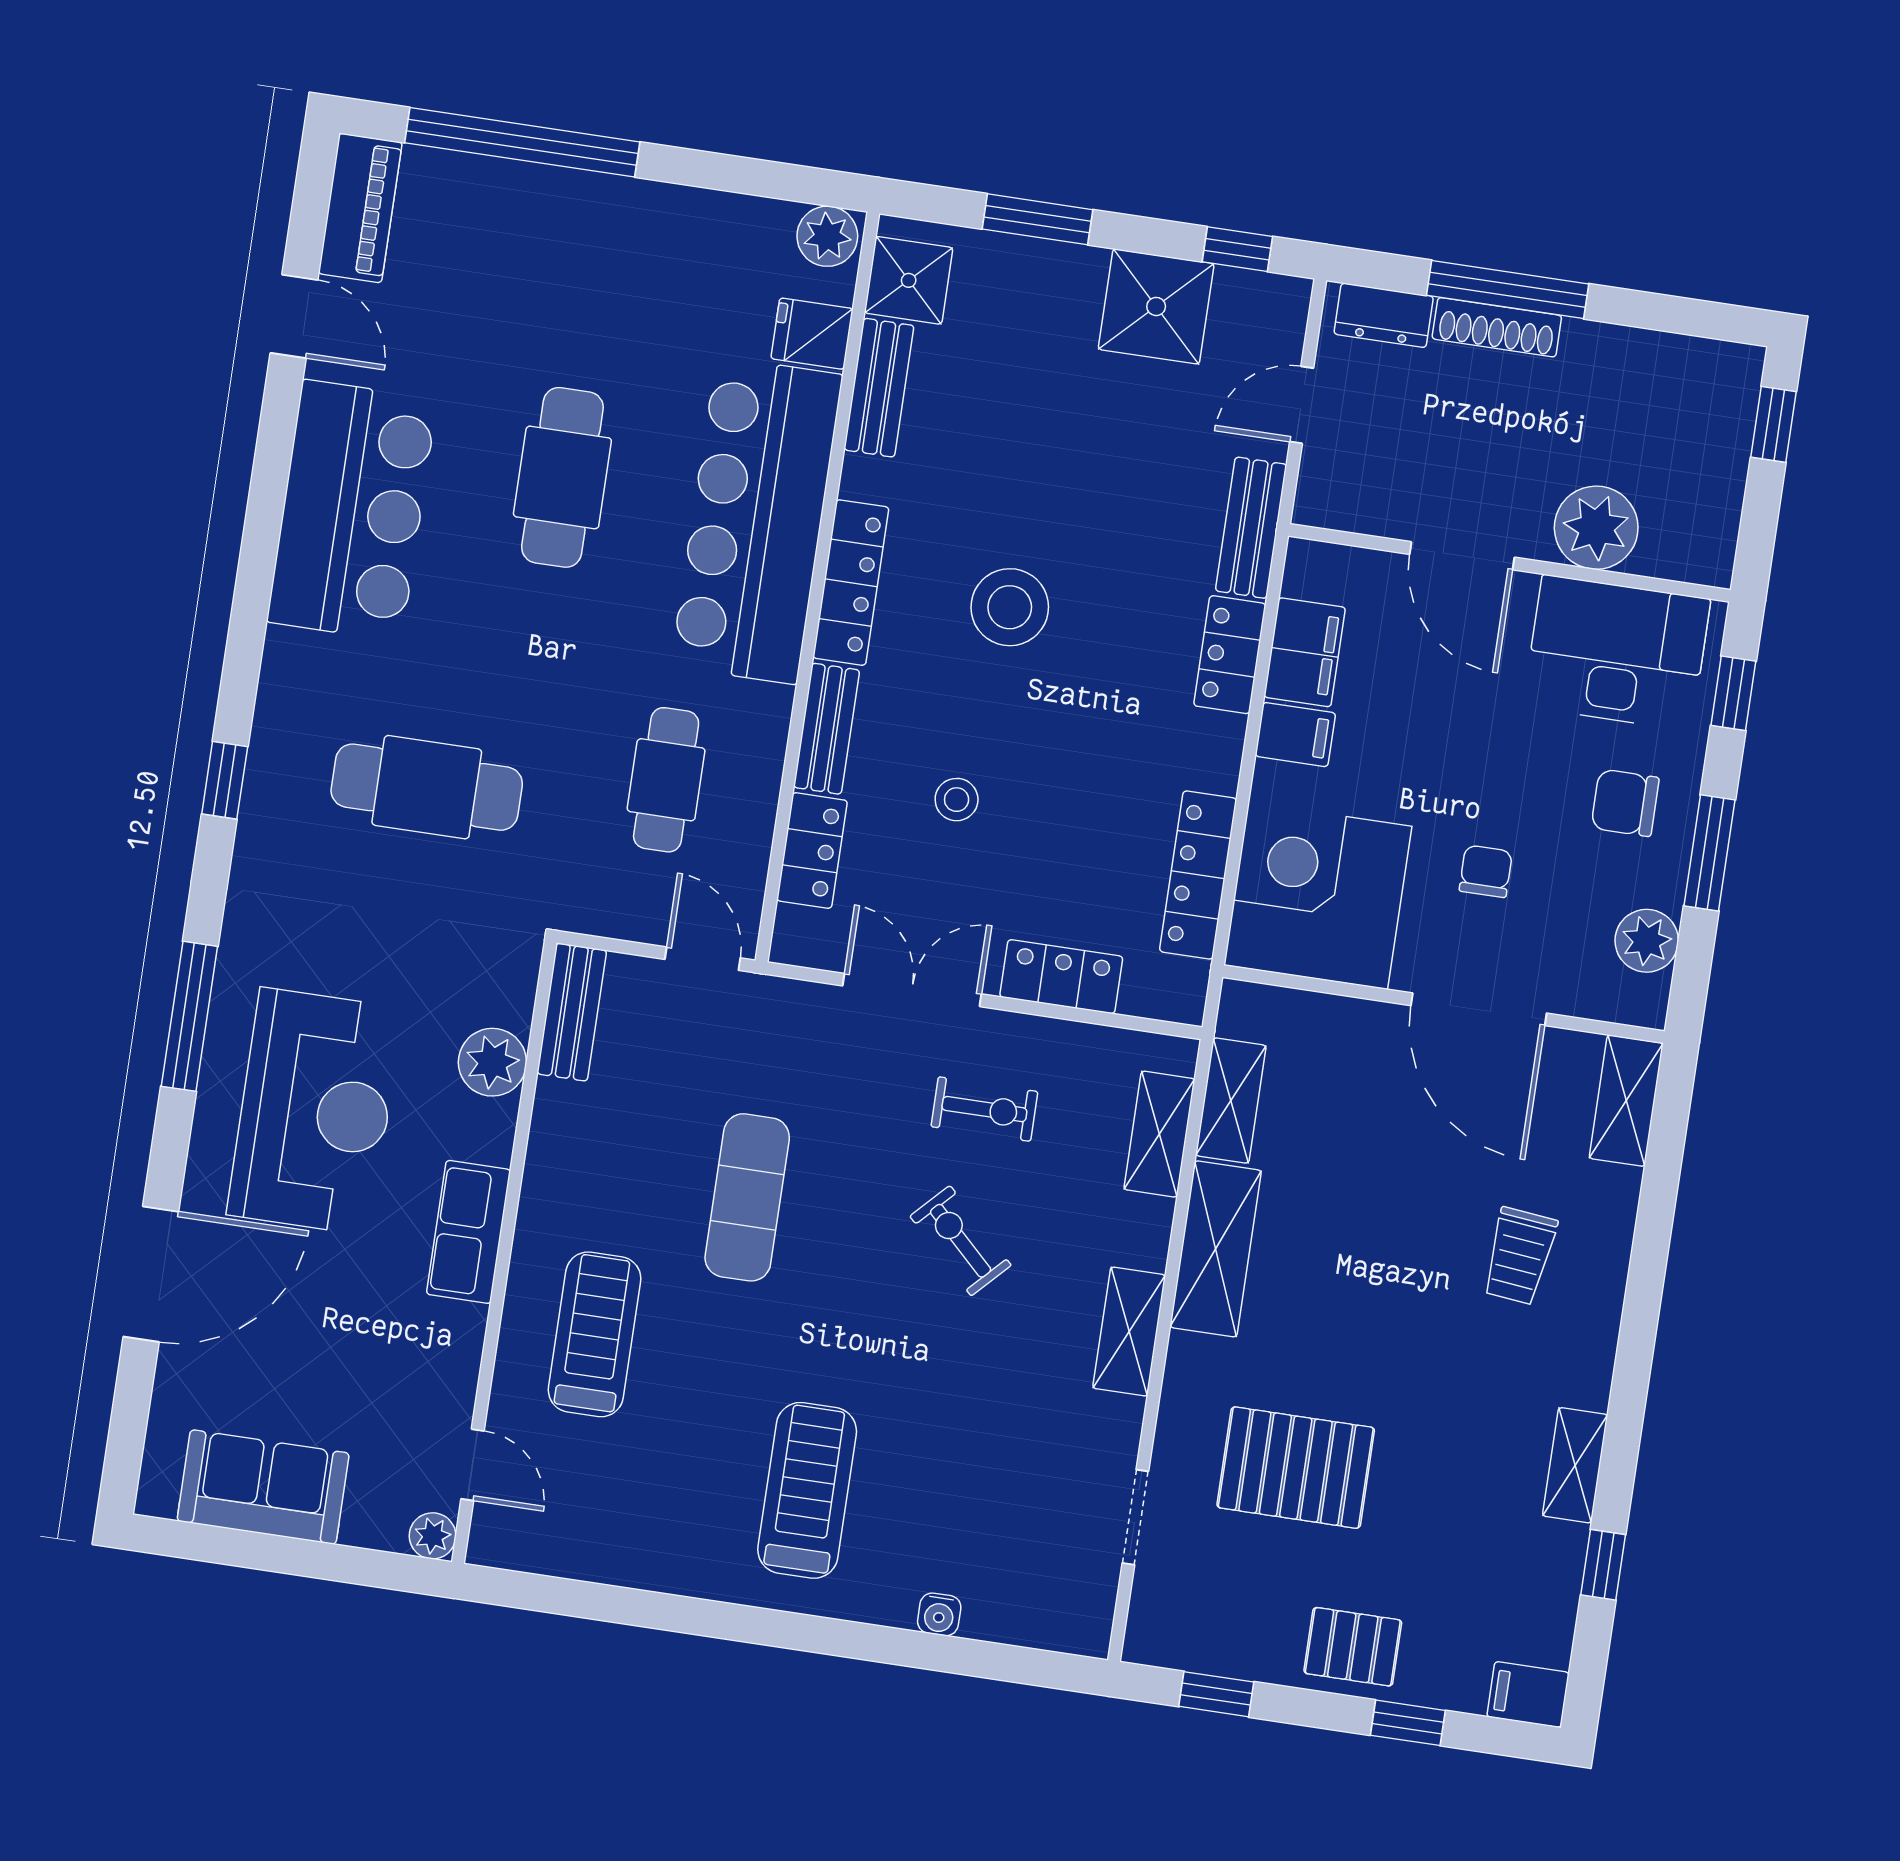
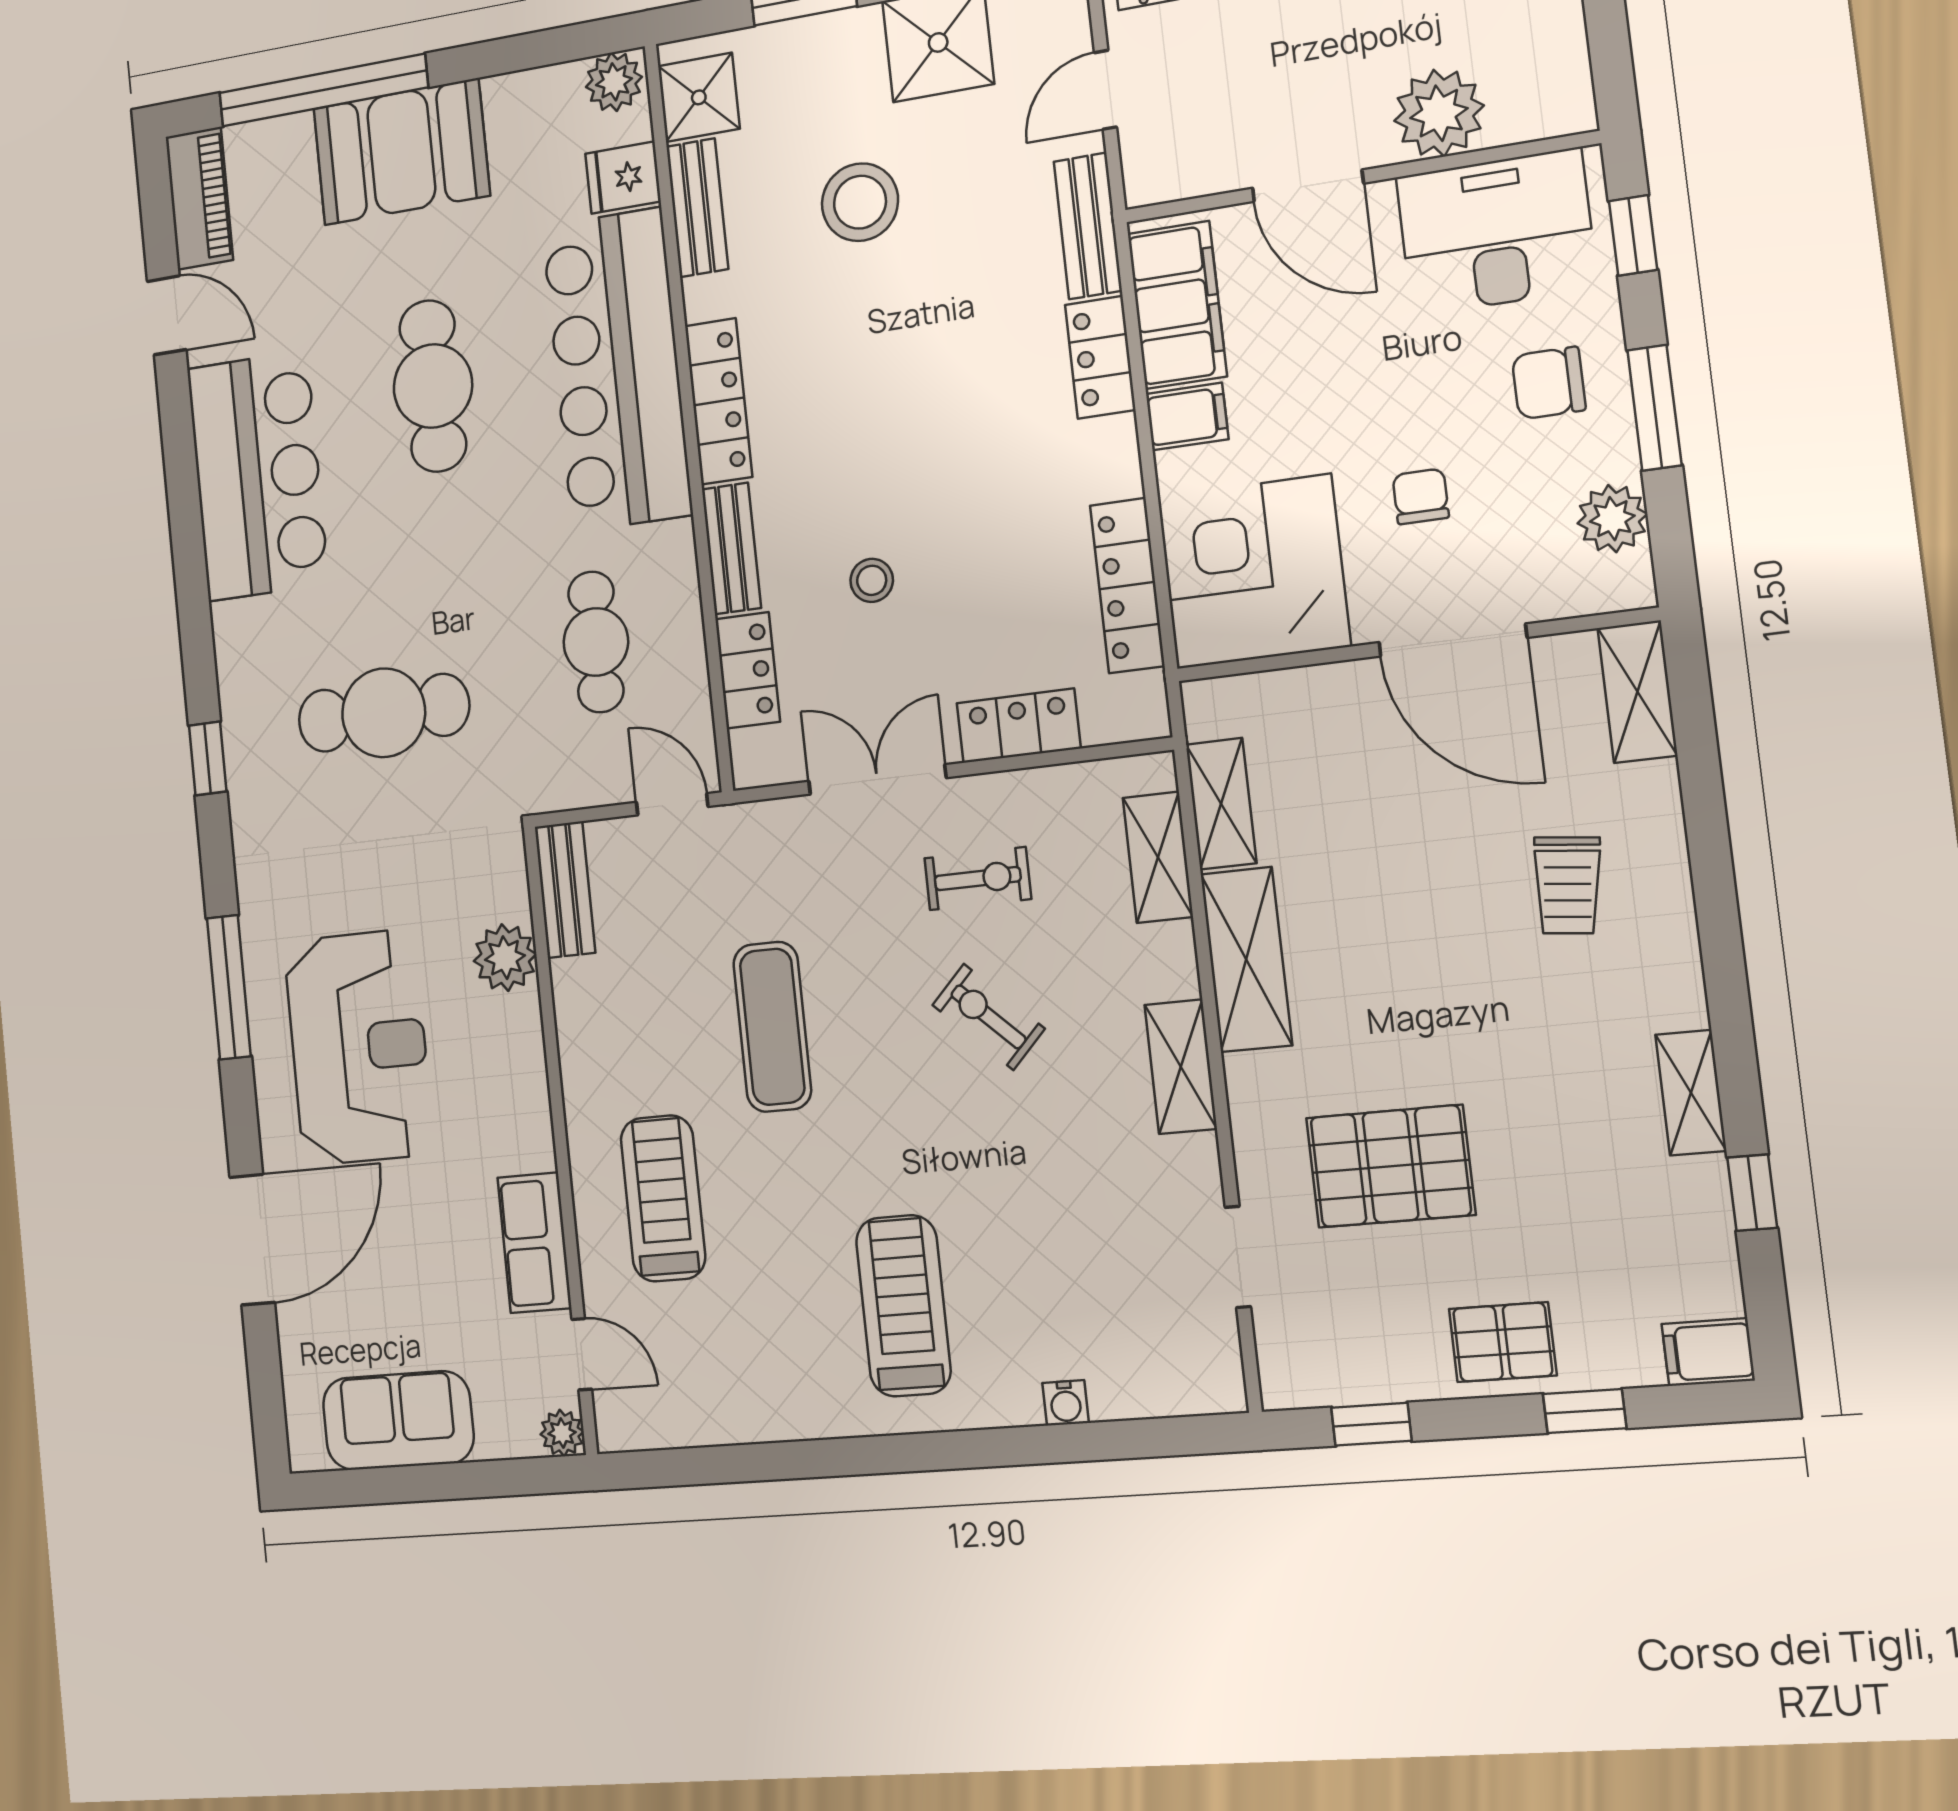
booth: (590, 232) -> (401, 152), added
stool: (1010, 607) -> (860, 202), moved
filing cabinet: (1305, 652) -> (1177, 305), width x1.50, depth x1.17
row of seats: (469, 1232) -> (534, 1243), moved

